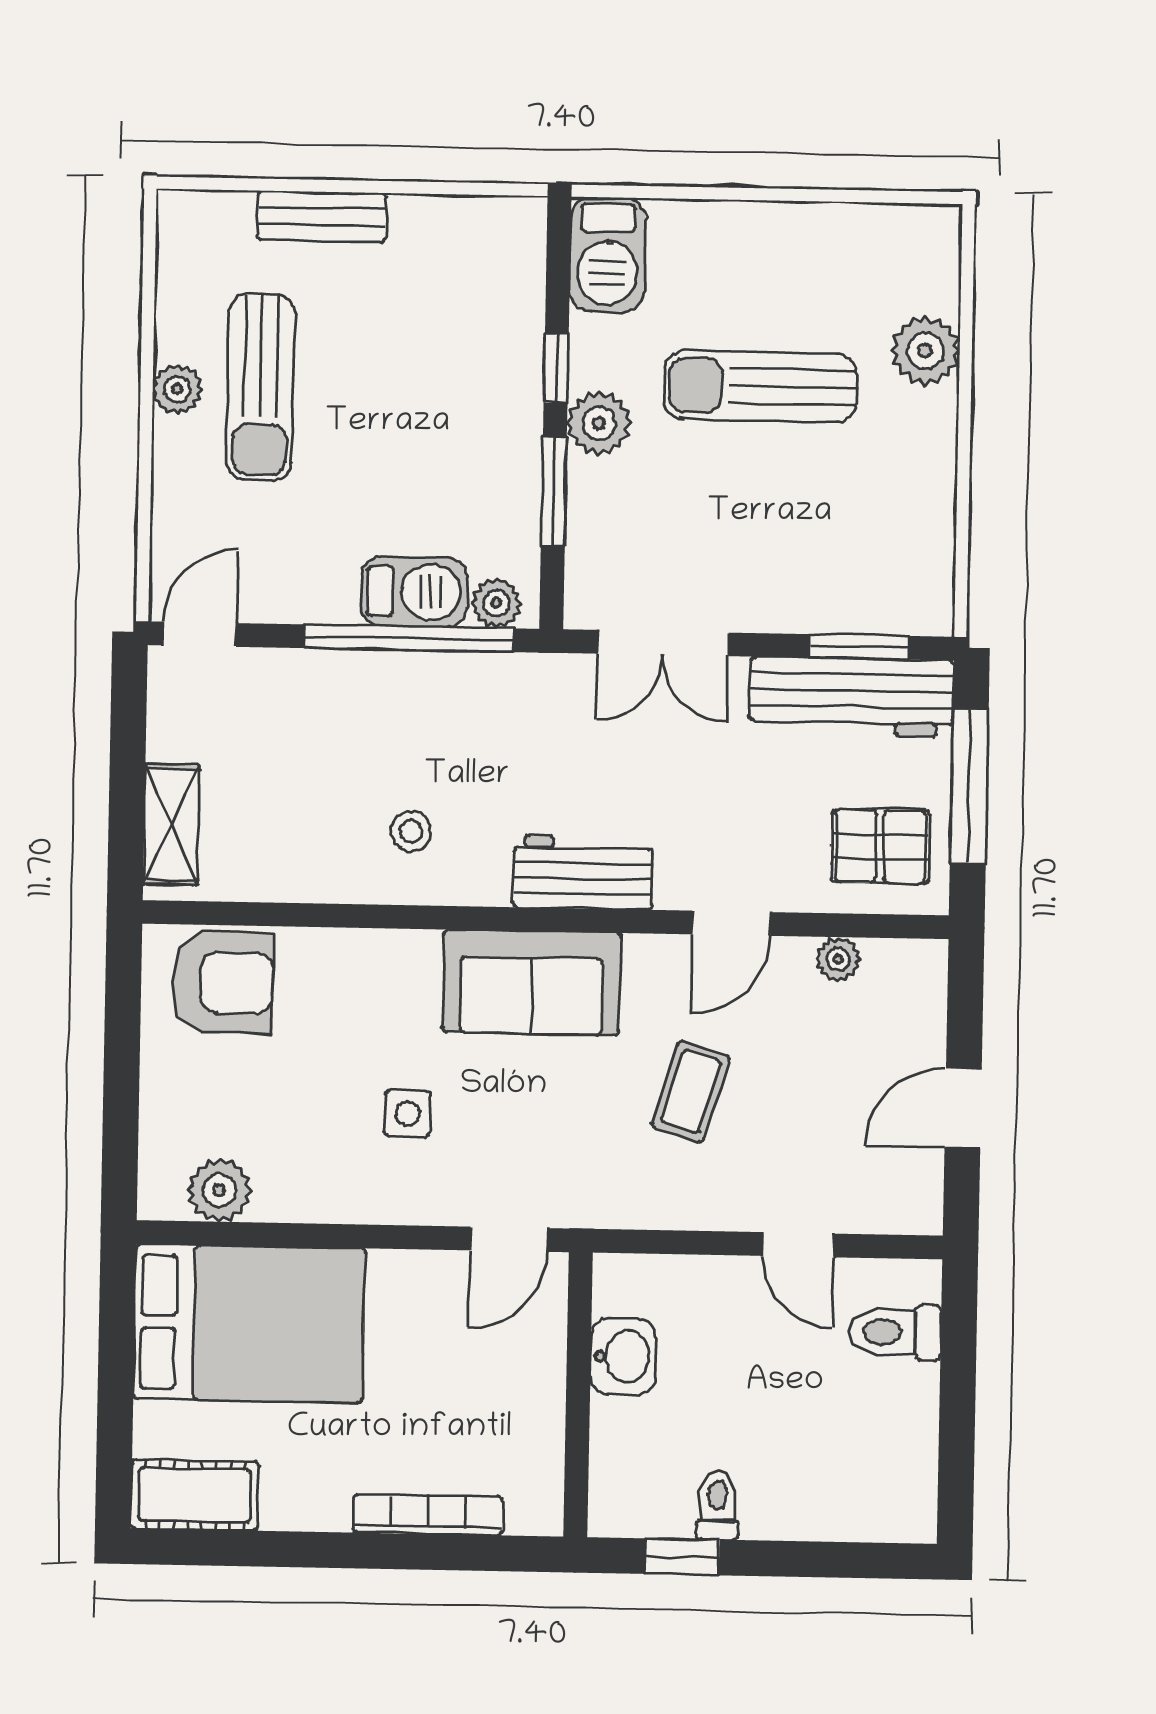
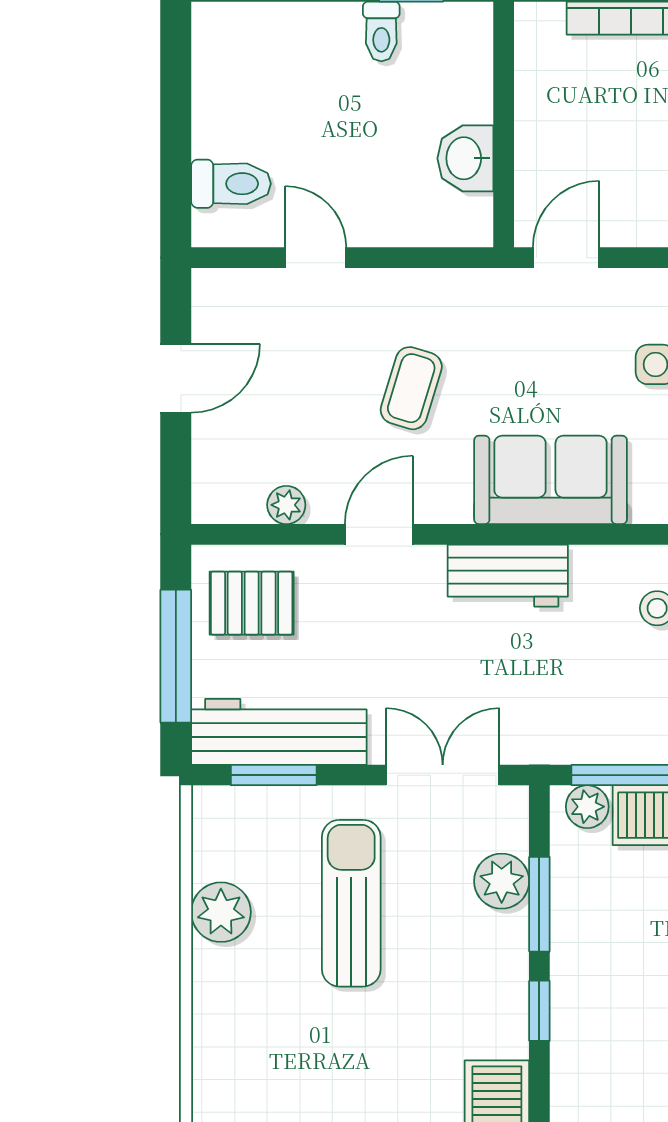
plant: (925, 351) -> (221, 912), moved
sun lounger: (760, 386) -> (351, 903), moved, turned -90
plant: (599, 423) -> (502, 881), moved

